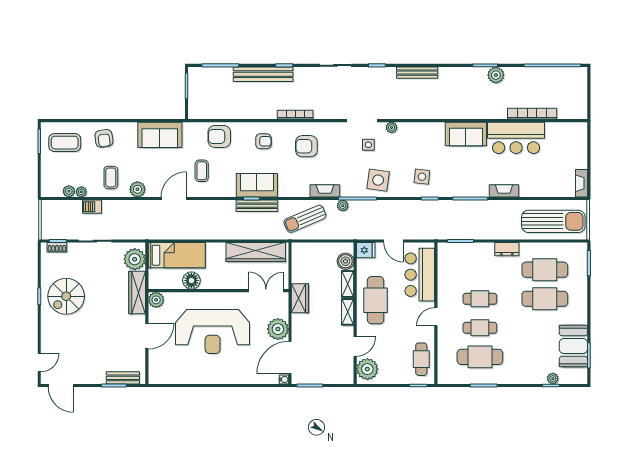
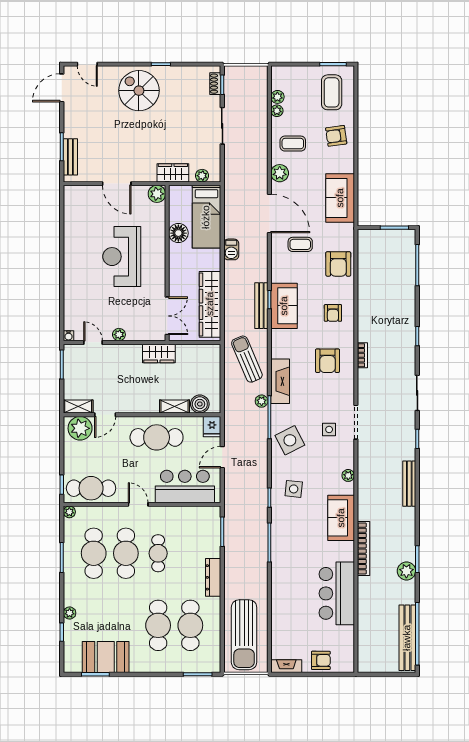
bench: (263, 74) -> (407, 638), moved
bookcase: (532, 114) -> (364, 548), moved
bookcase: (295, 115) -> (362, 355), width x0.64
plant: (392, 128) -> (348, 475), moved
sofa: (466, 134) -> (341, 518), moved
armchair: (219, 136) -> (338, 264), turned 180
armchair: (306, 146) -> (328, 361), turned 180
armchair: (576, 152) -> (321, 660), added
side table: (378, 180) -> (290, 440), turned -35
fireplace: (325, 191) -> (280, 381), width x1.37, depth x1.32
fireplace: (504, 191) -> (278, 580), removed
door: (174, 199) -> (269, 214), width x1.36
barbecue: (92, 207) -> (231, 249), moved, turned 180
dresser: (507, 249) -> (213, 577), width x1.44
plant: (135, 259) -> (202, 176), width x0.53, depth x0.53
wardrobe: (137, 293) -> (173, 173), width x0.67
spiral stairs: (66, 296) -> (139, 91), moved
shelving: (348, 312) -> (78, 407), moved
cafe table: (480, 328) -> (126, 553), width x1.37, depth x1.35
plant: (278, 329) -> (119, 335), width x0.53, depth x0.53
reception desk: (213, 331) -> (122, 257), width x0.74, depth x0.77
door: (355, 347) -> (105, 415), hinge flipped
door: (290, 357) -> (93, 342), width x0.53
cafe table: (421, 359) -> (91, 488), width x1.37, depth x1.35
plant: (443, 379) -> (69, 512), added
plant: (553, 379) -> (70, 613), moved

